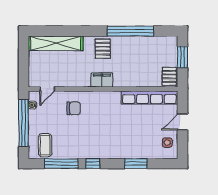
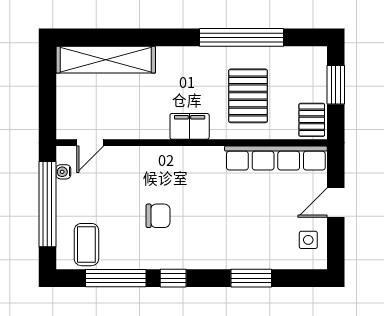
pallet: (103, 49) -> (248, 96), moved, width x1.50, depth x1.42
chair: (74, 108) -> (158, 216), moved

